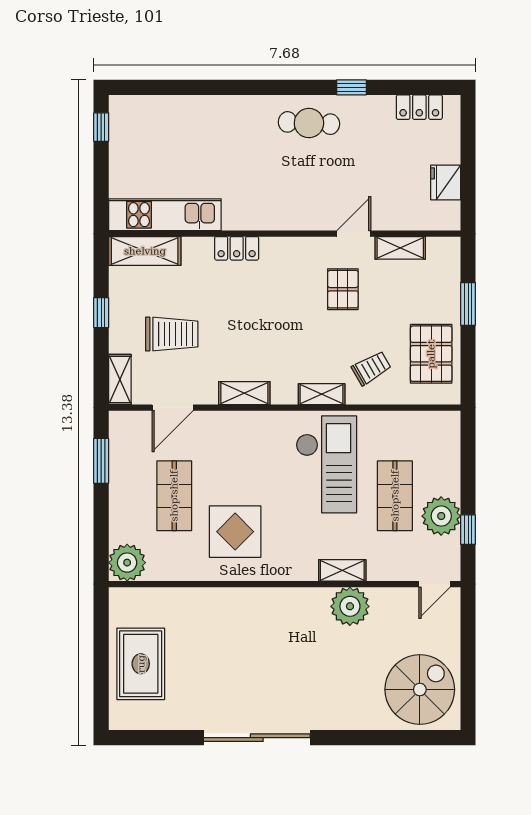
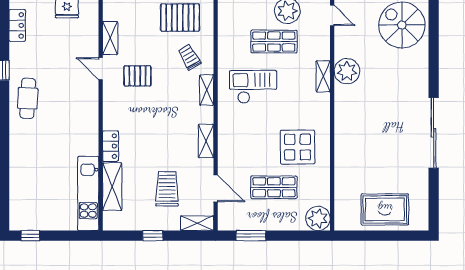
shelving: (145, 251) -> (112, 187), moved
checkout: (326, 464) -> (253, 87), width x0.73, depth x0.83

